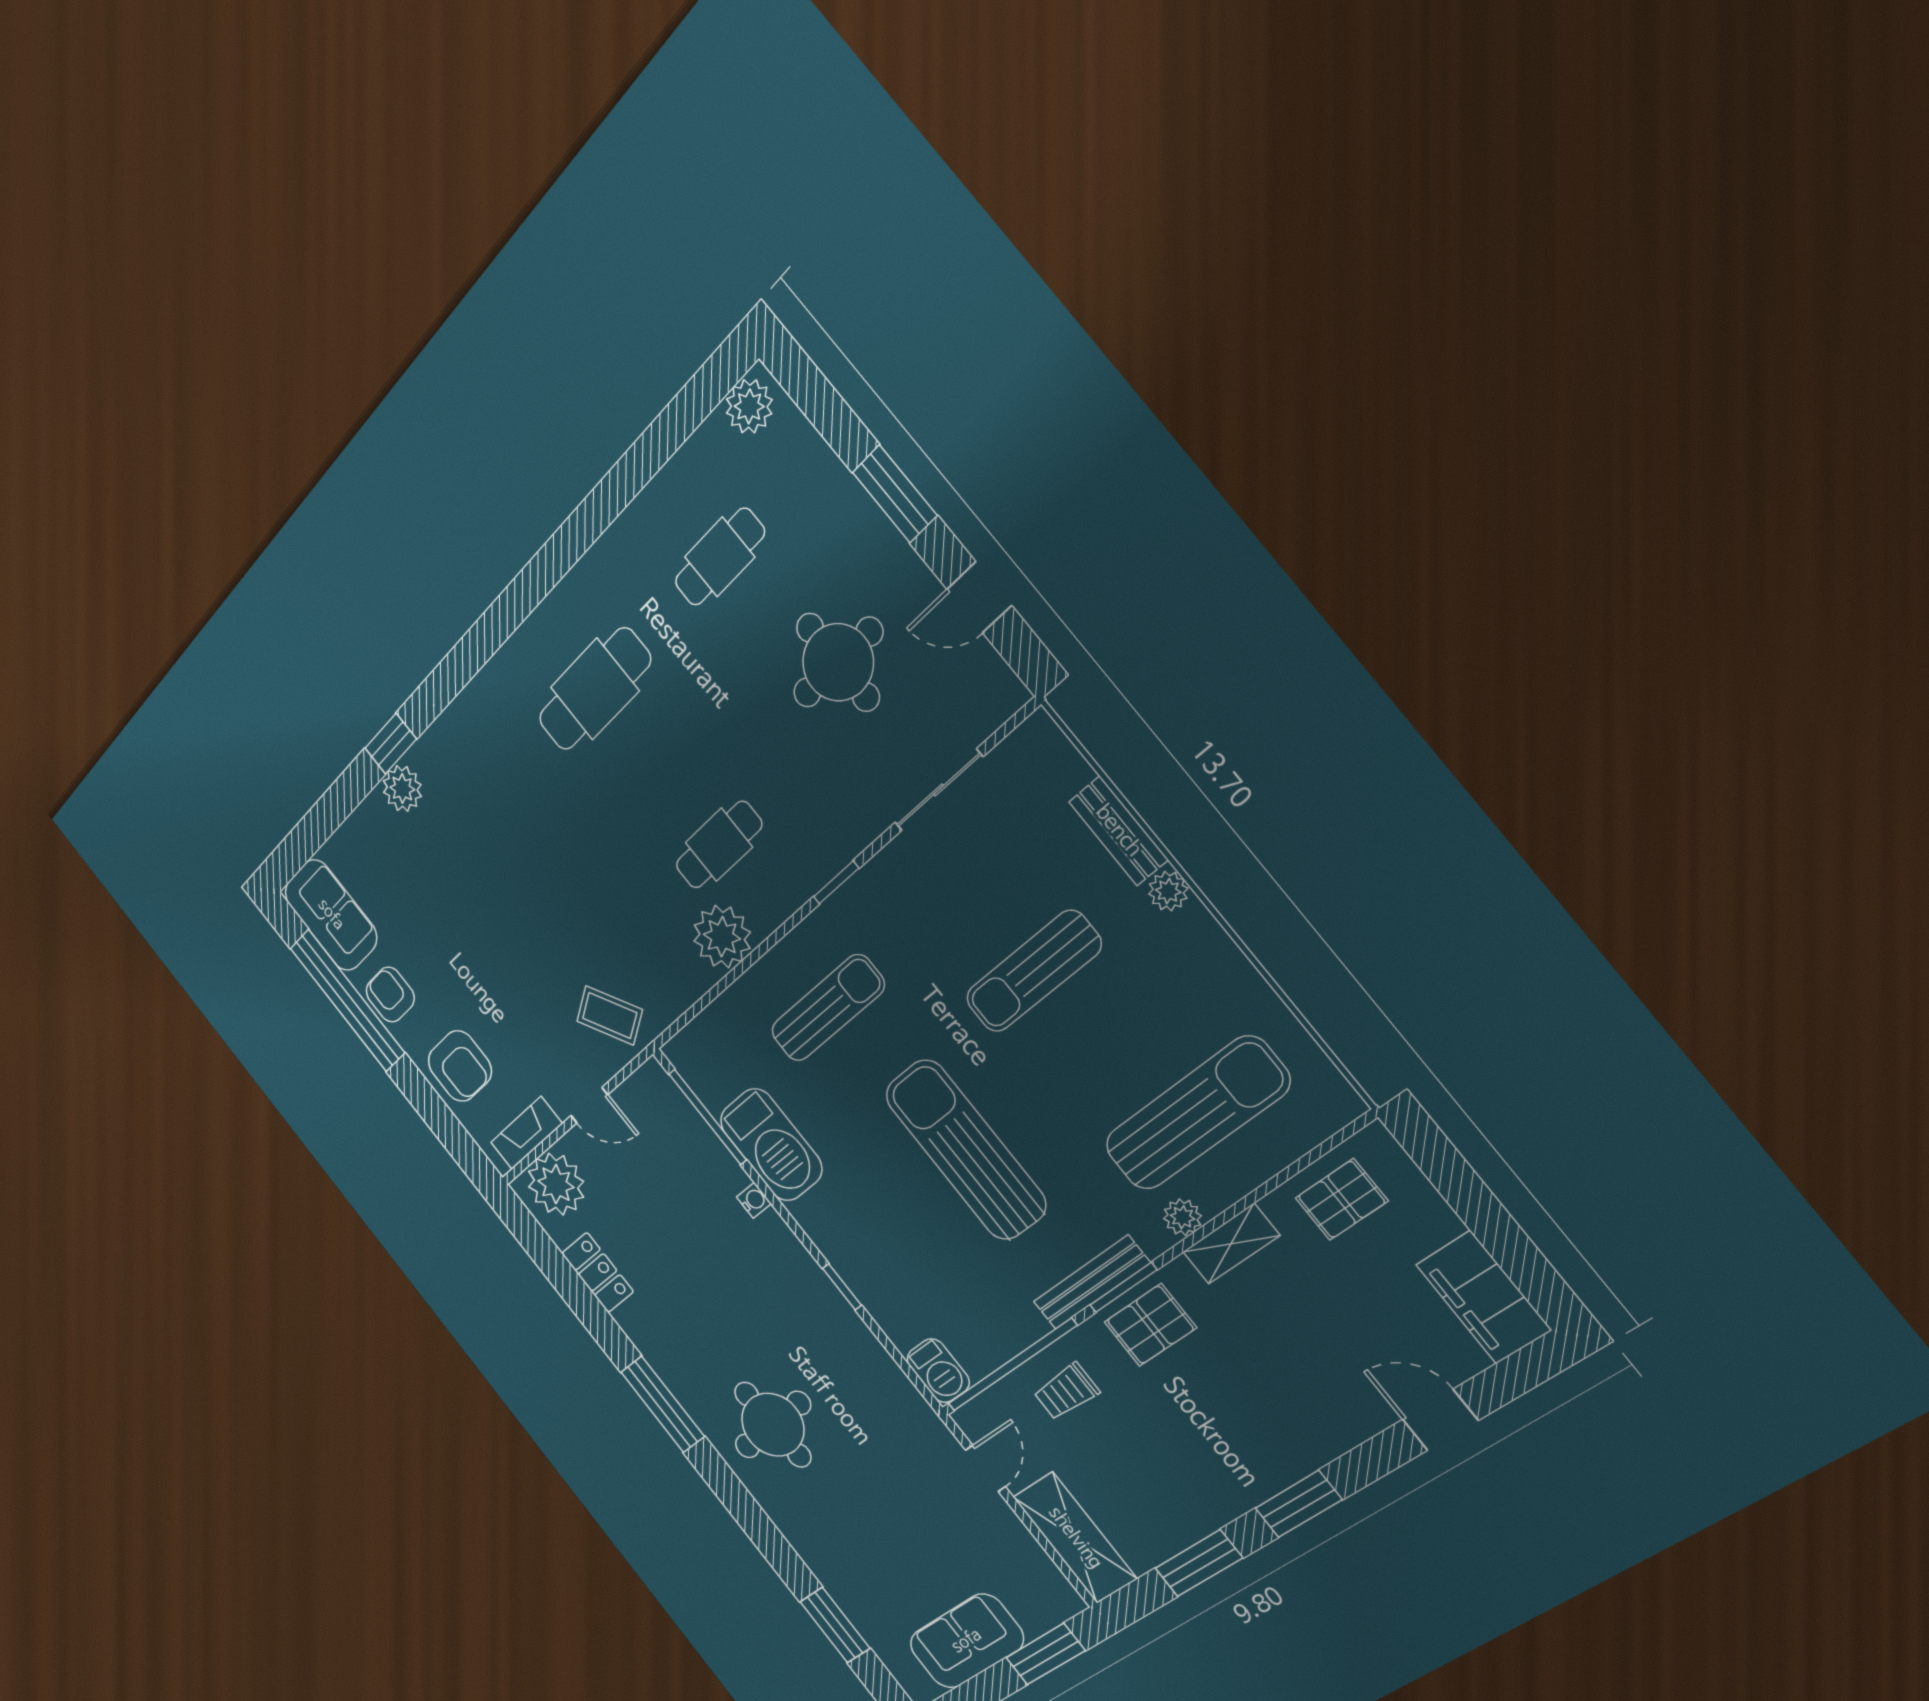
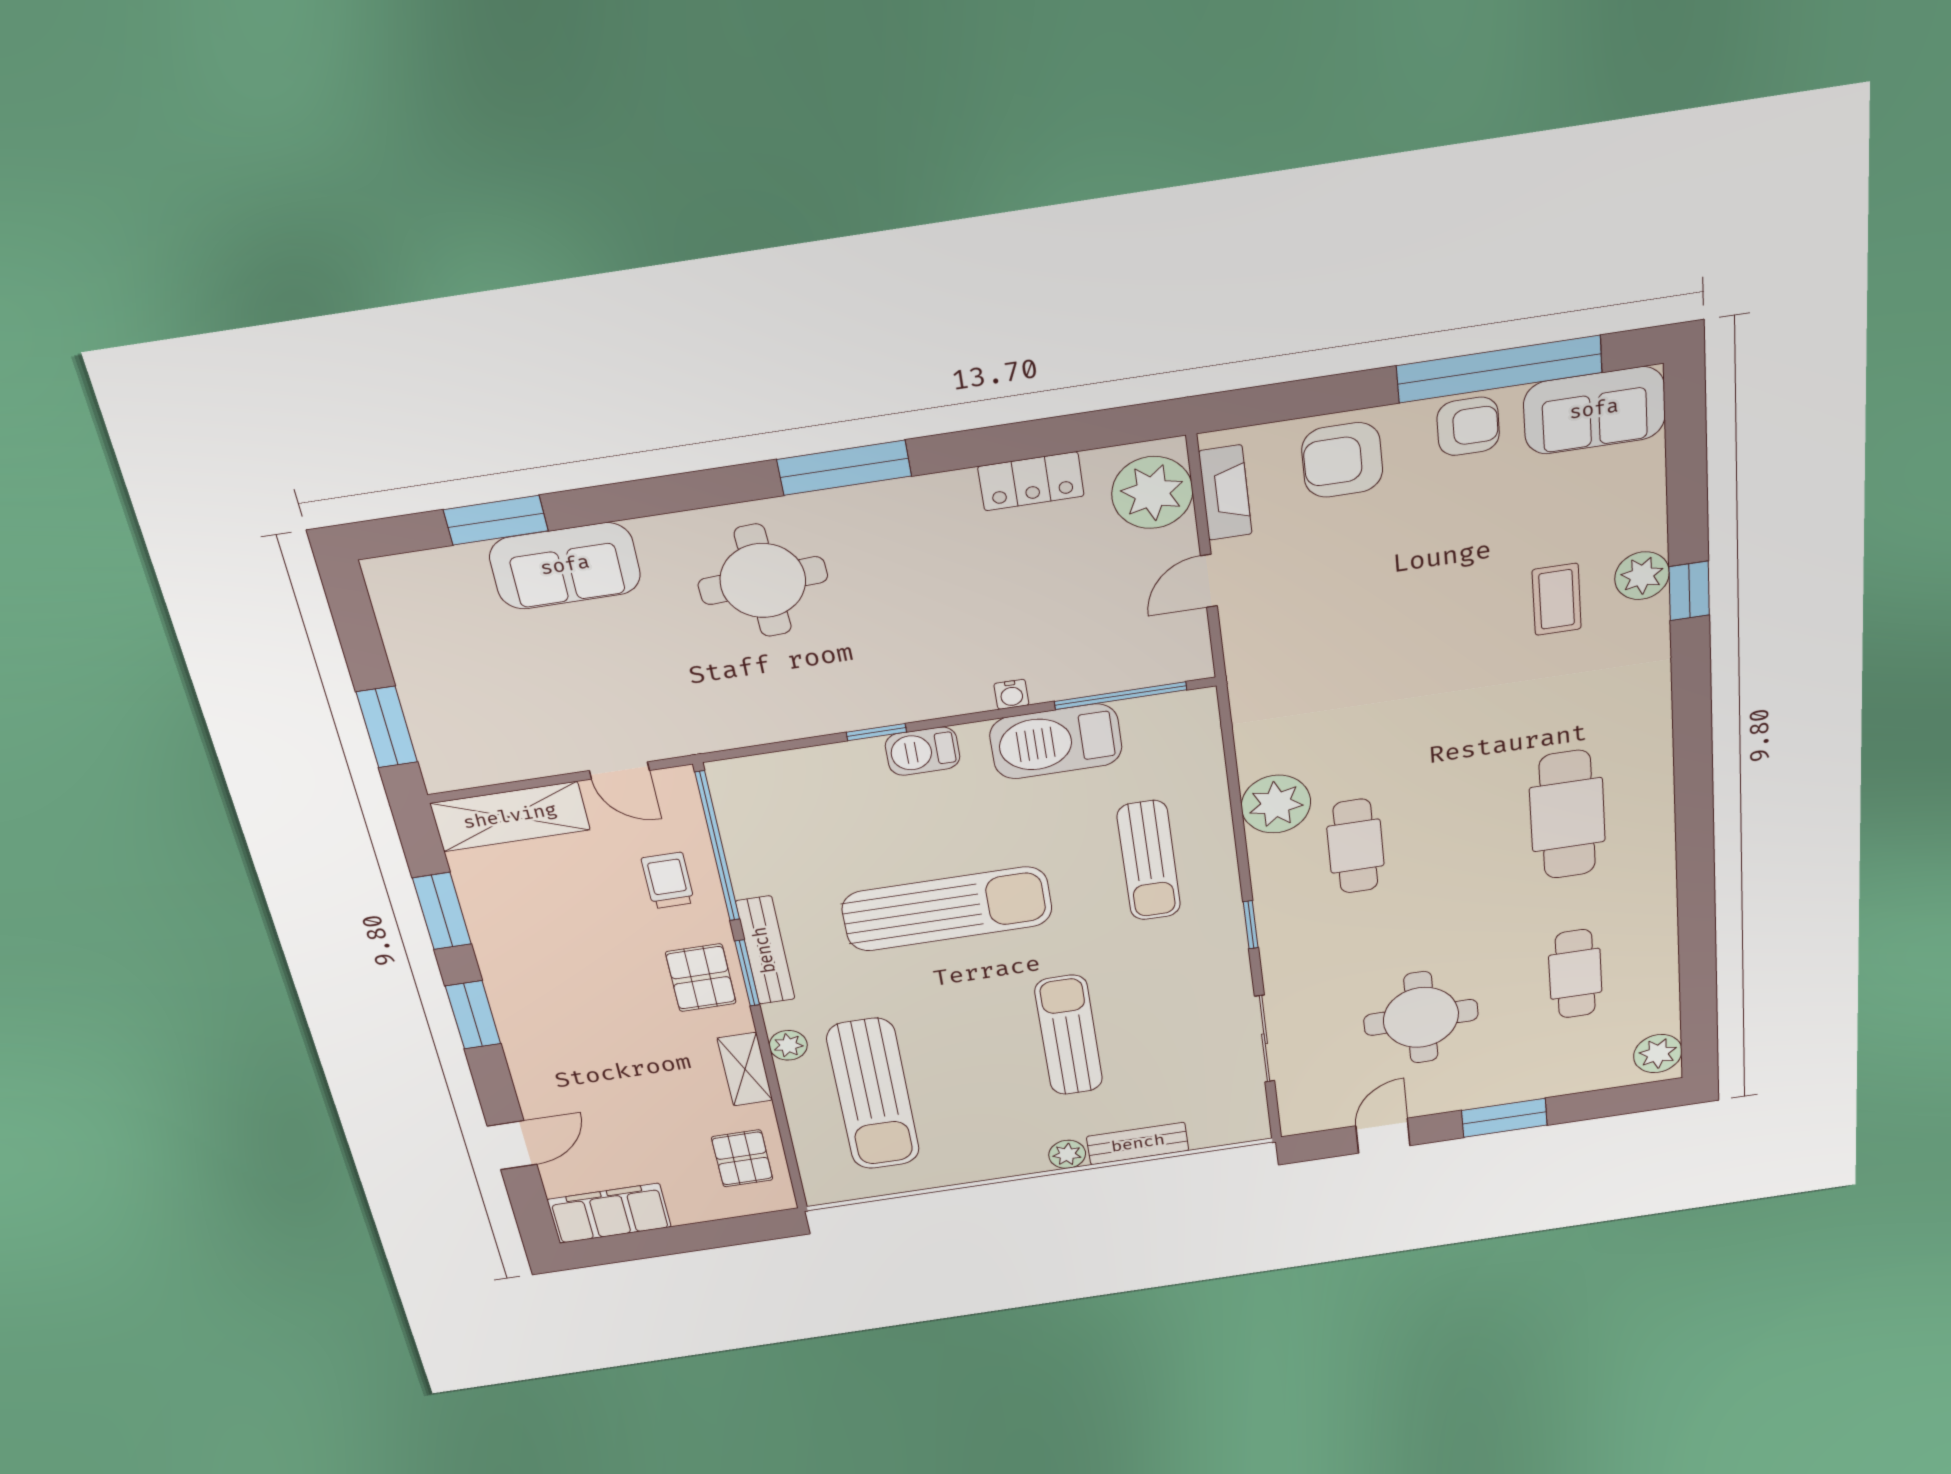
coffee table: (610, 1015) -> (1557, 599), moved, turned -59
barbecue: (938, 1371) -> (923, 751), moved
sofa: (967, 1641) -> (565, 566), moved, turned 90

